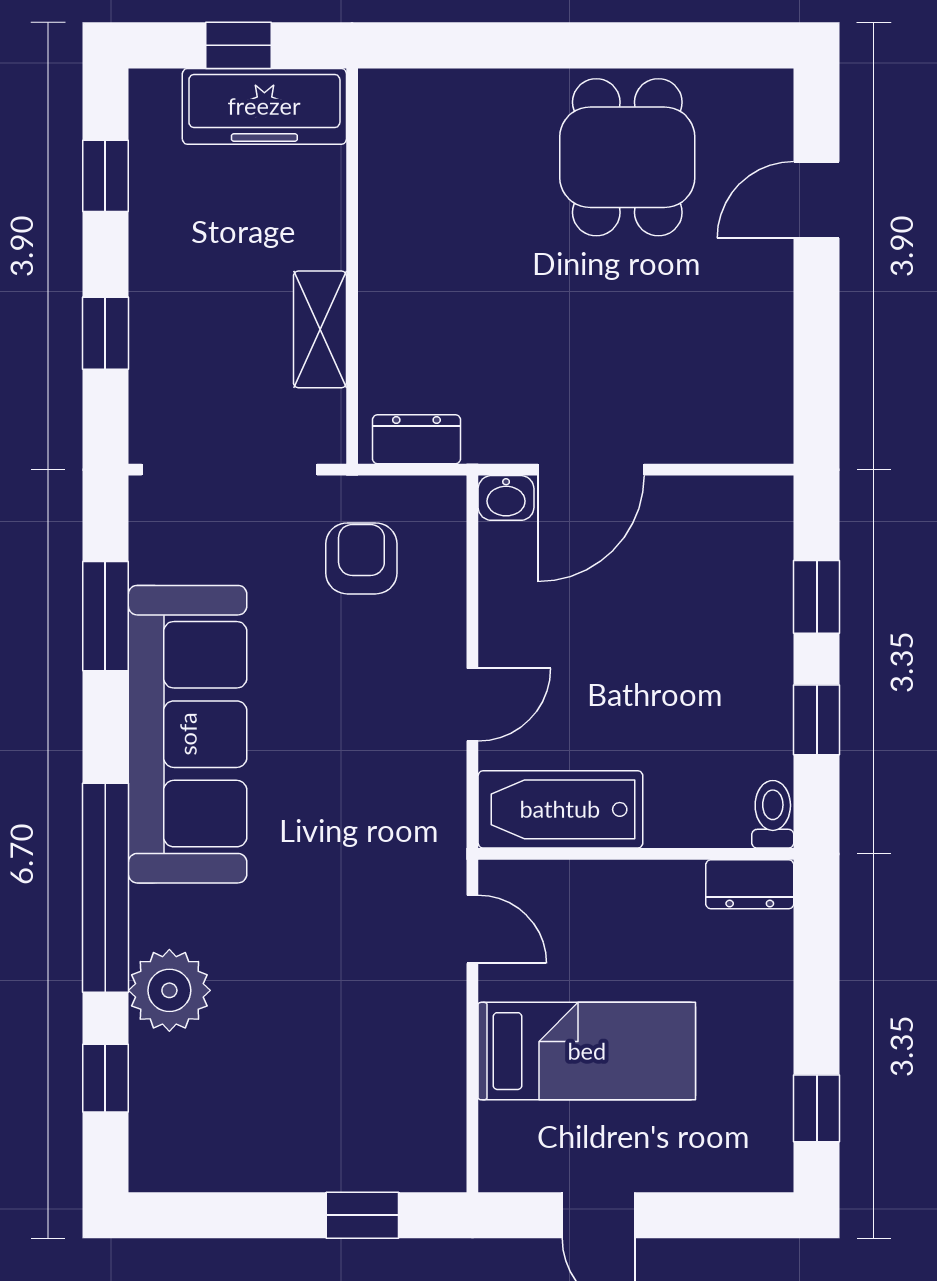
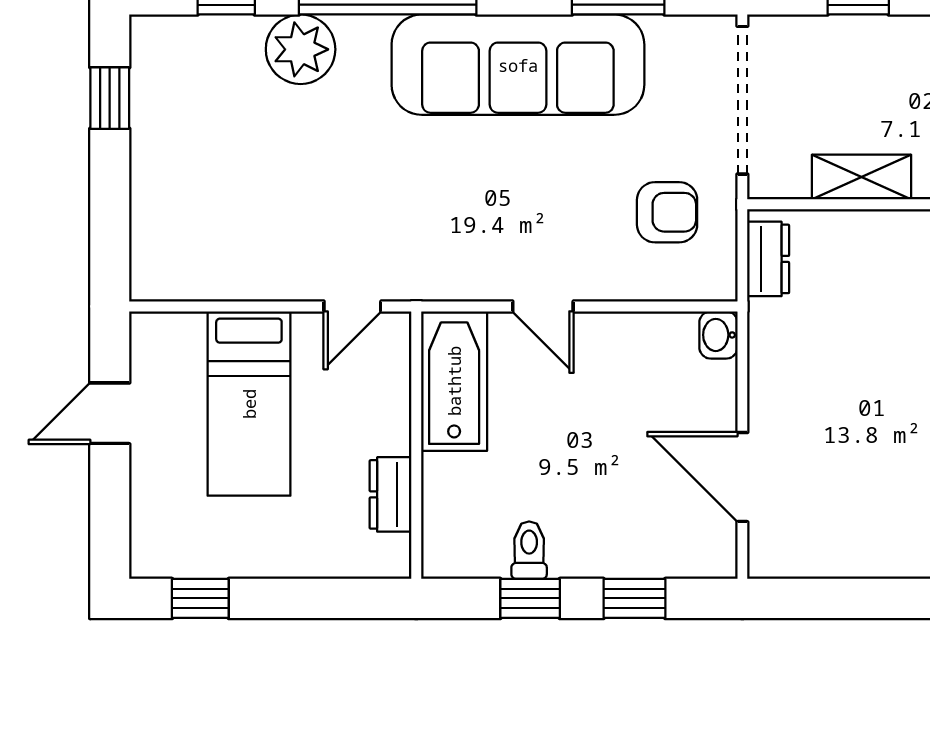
door: (591, 470) -> (742, 477), moved
toilet: (773, 814) -> (529, 550), moved, turned -90
dresser: (750, 884) -> (391, 494), moved
window: (362, 1215) -> (110, 98), moved

